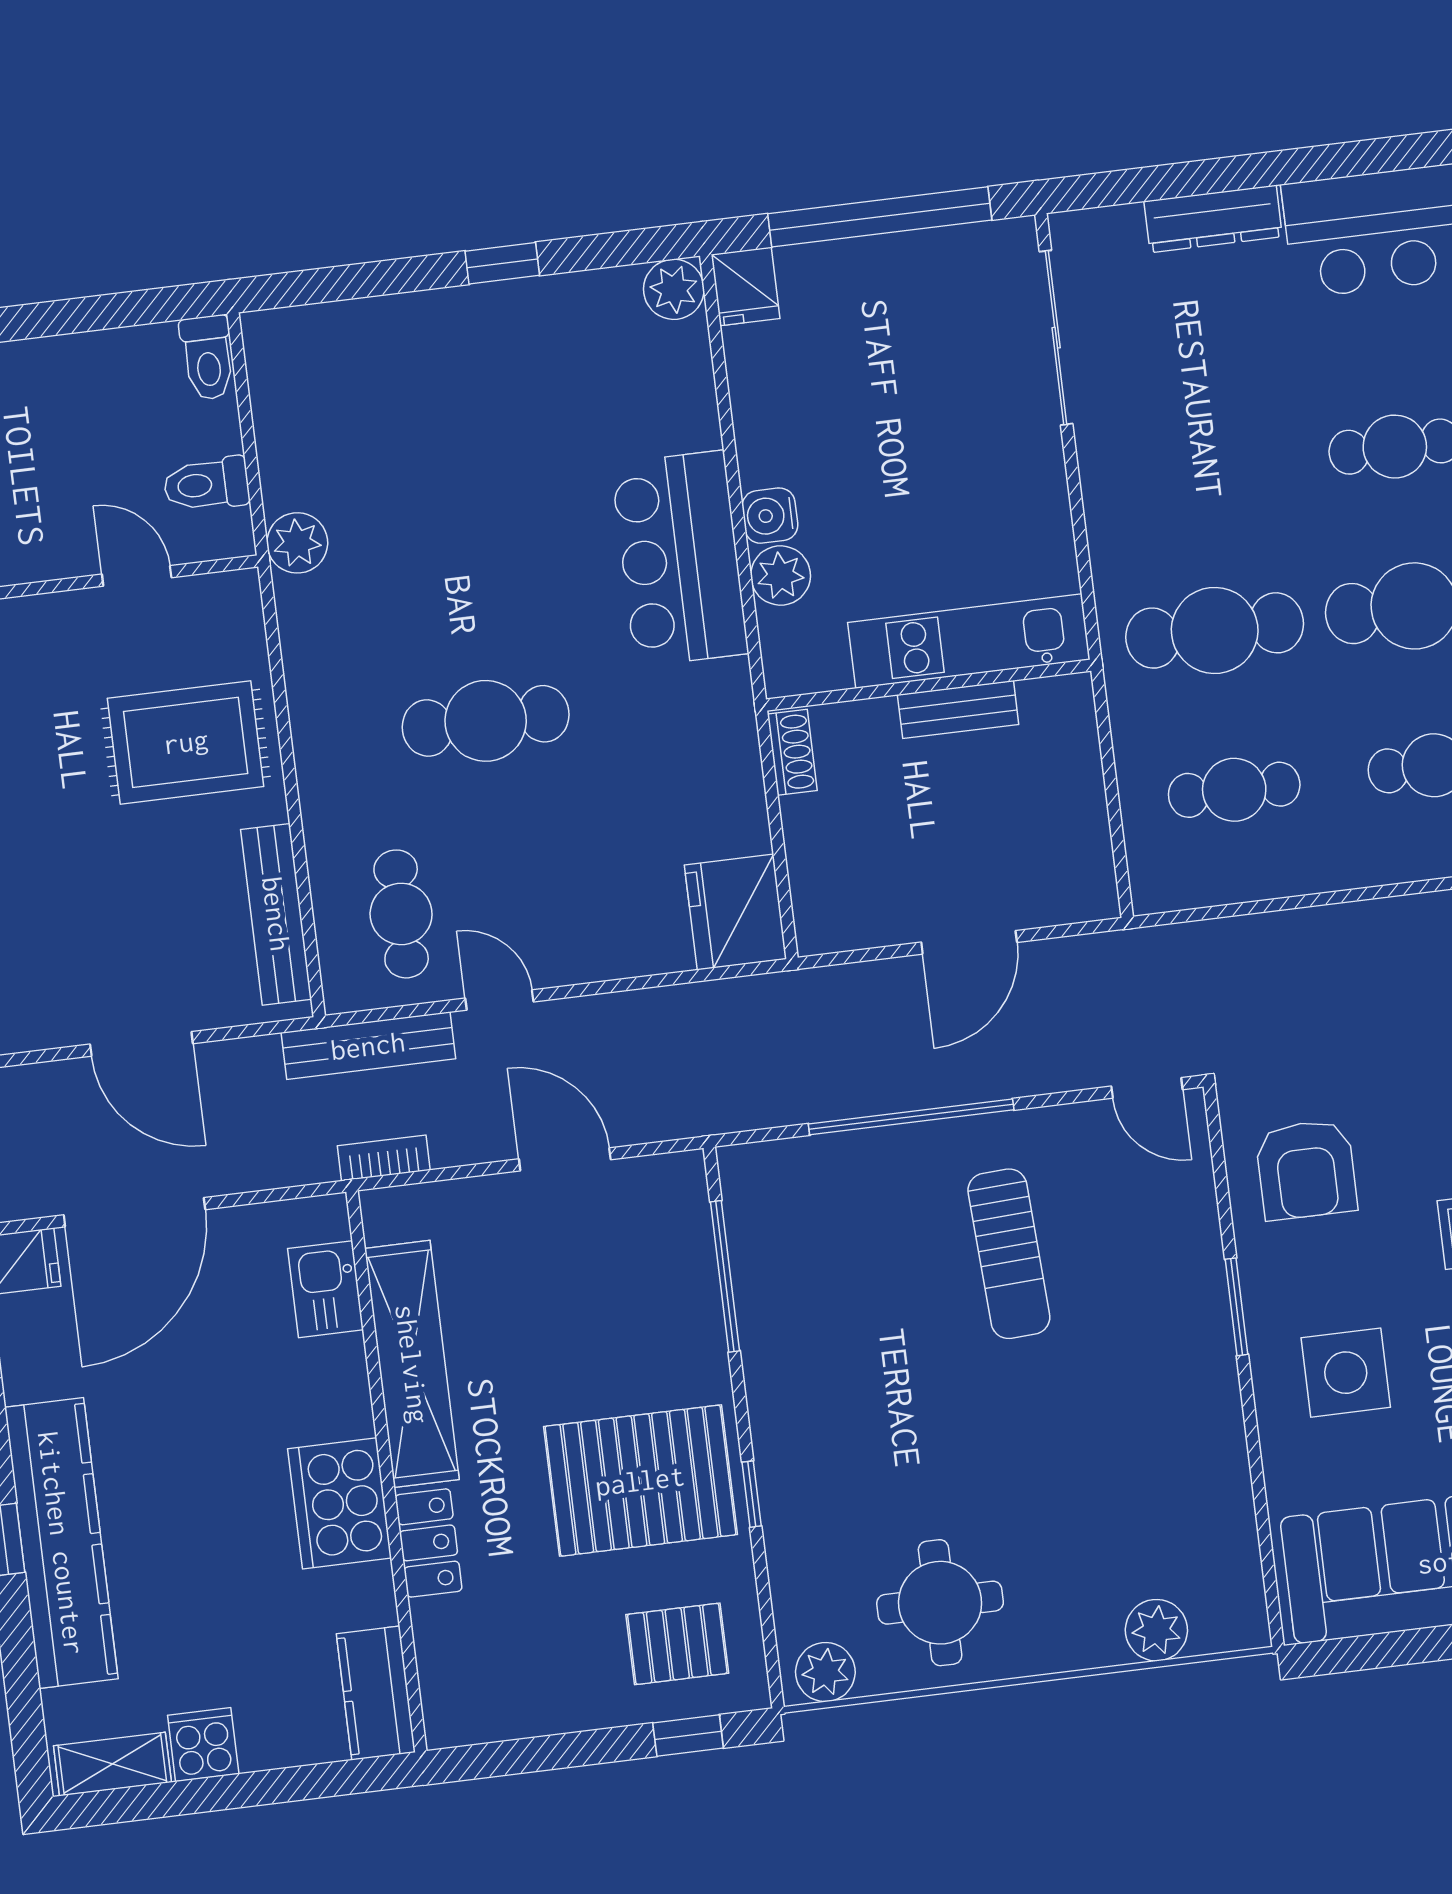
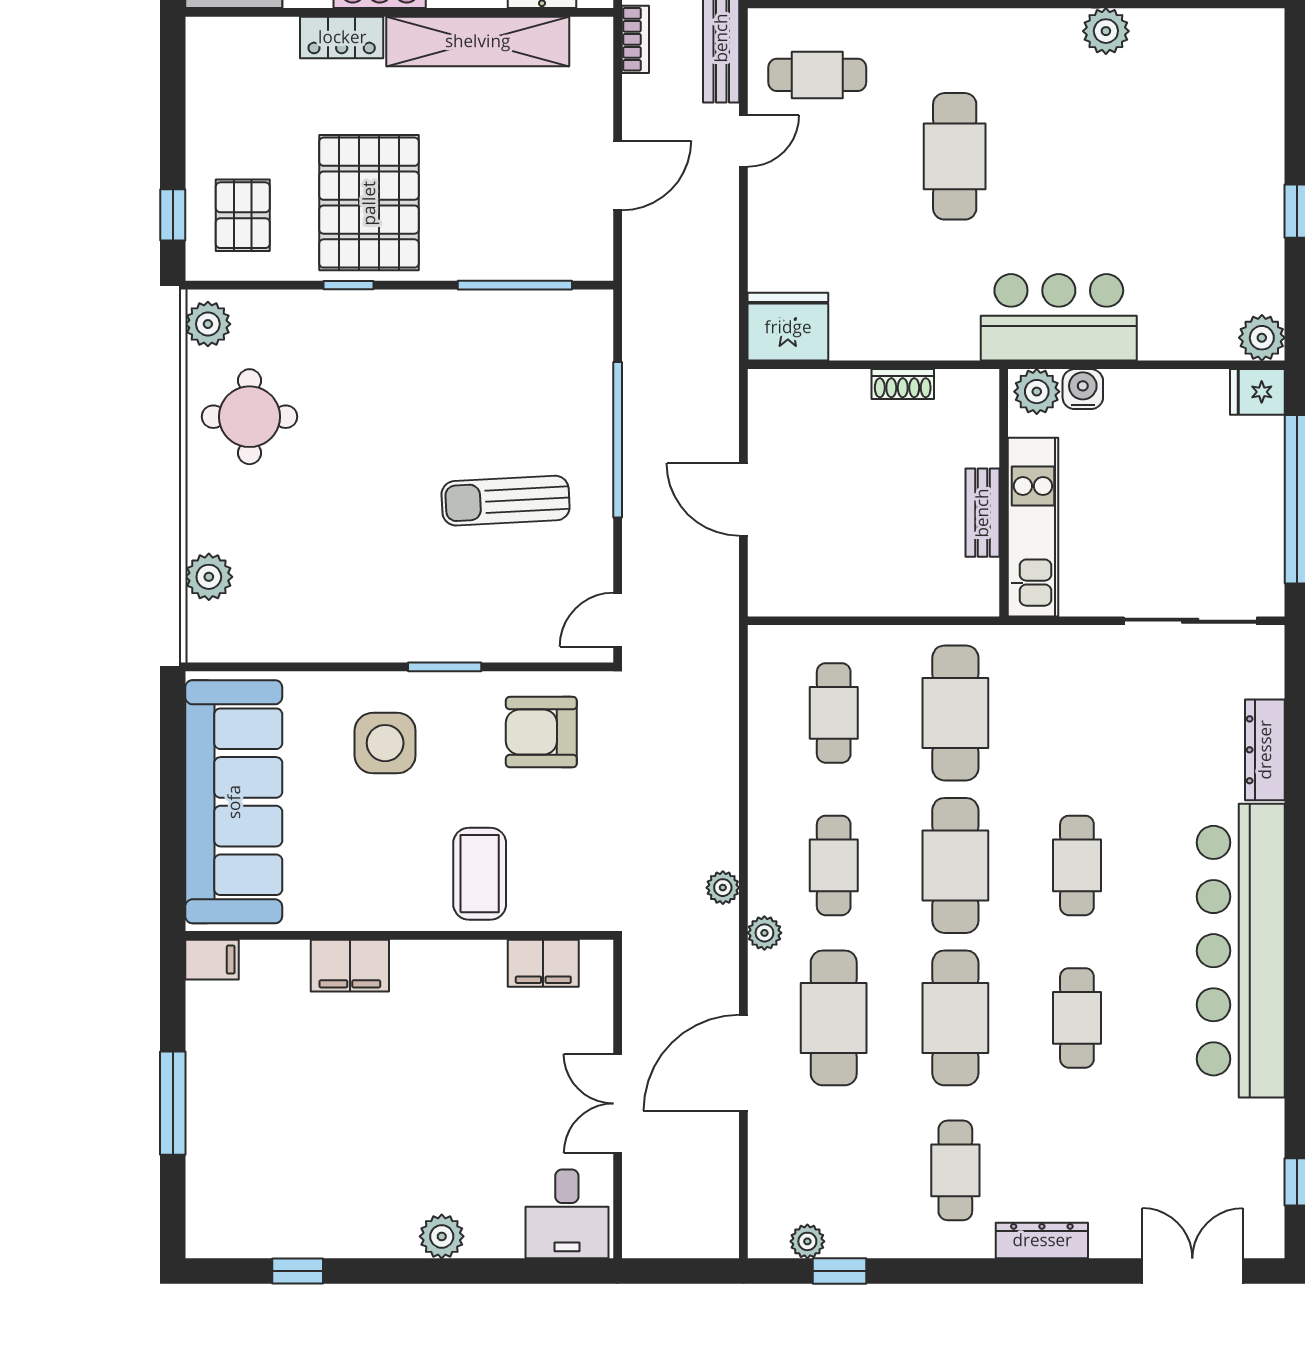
kitchen unit: (969, 641) -> (1033, 527), moved
wall: (929, 685) -> (1004, 493), moved
bench: (958, 710) -> (982, 513), moved

